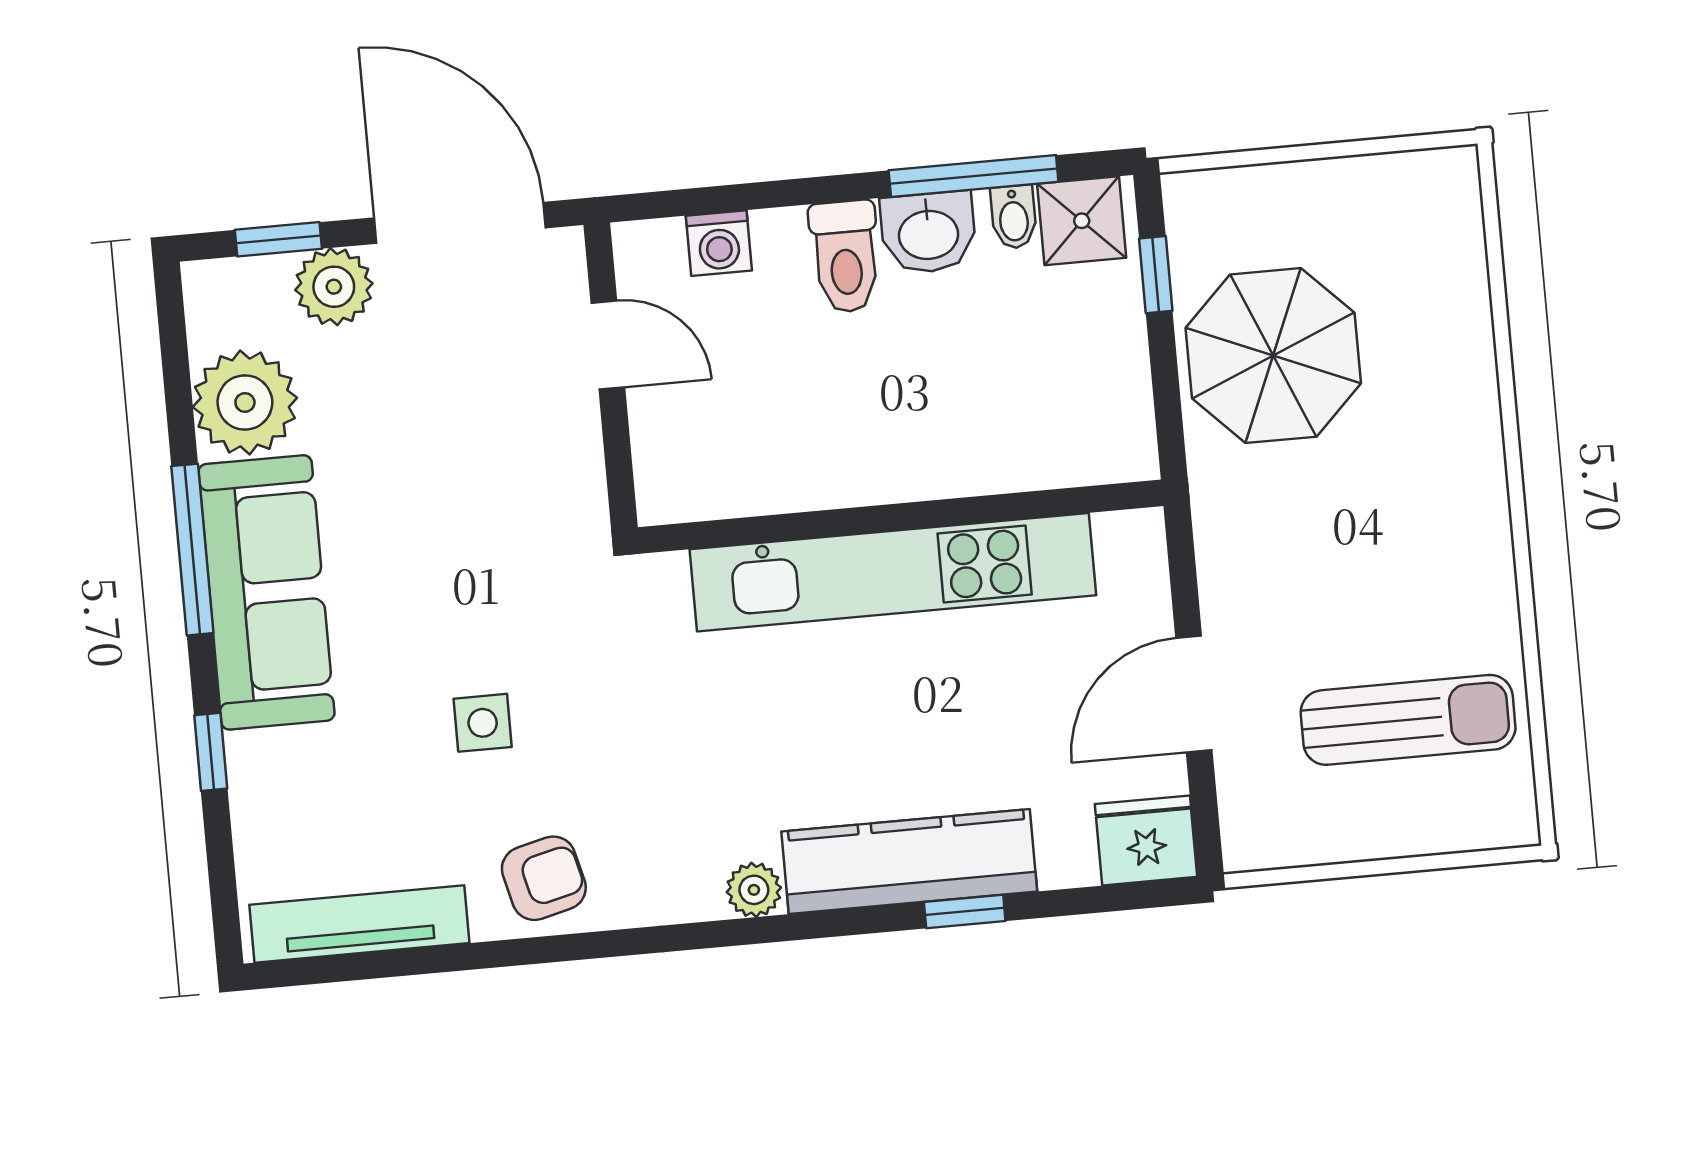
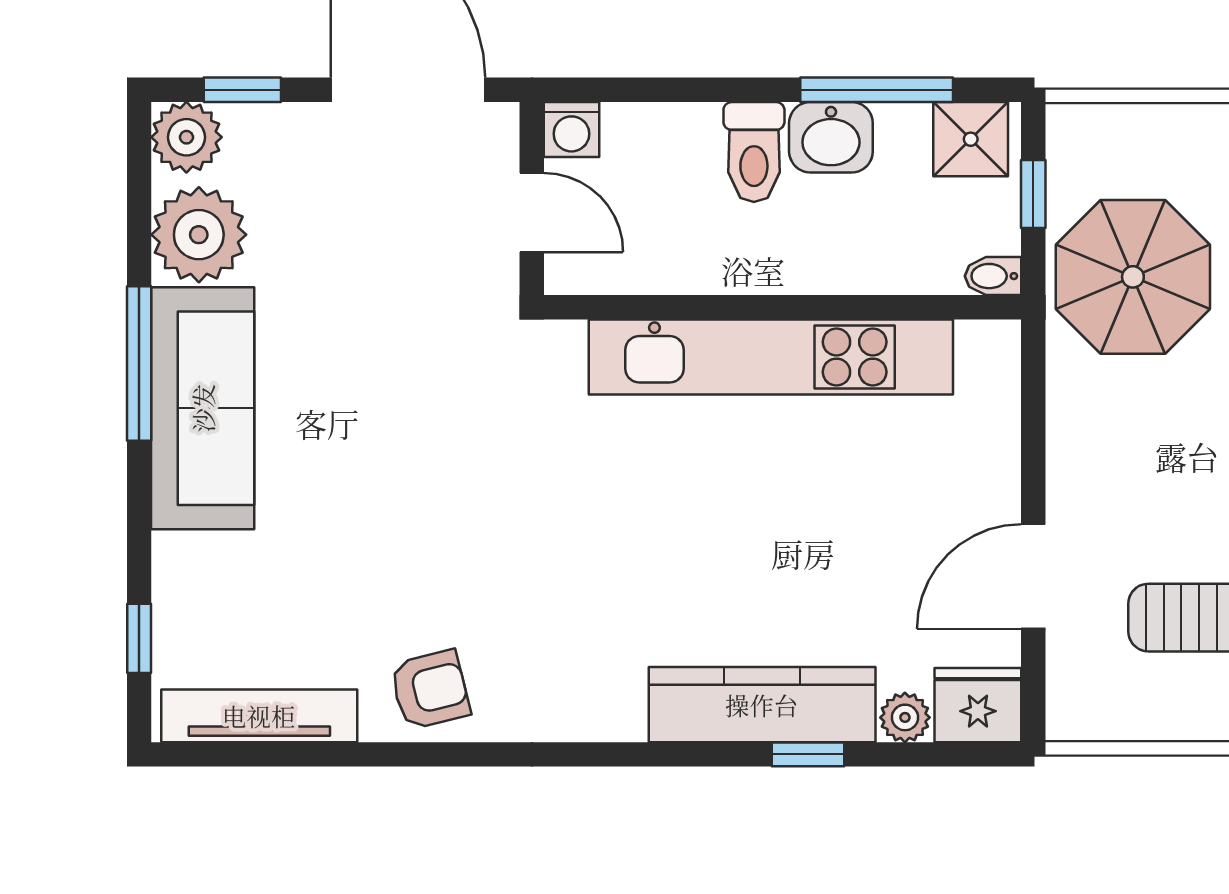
bidet: (1014, 217) -> (993, 276), moved, turned 90
washing machine: (719, 243) -> (571, 129), moved
plant: (334, 287) -> (186, 137), moved
wall: (901, 517) -> (783, 307), moved
kitchen unit: (893, 572) -> (771, 357), moved
side table: (483, 723) -> (387, 544), removed
window: (211, 752) -> (139, 638), moved
plant: (754, 890) -> (905, 717), moved

